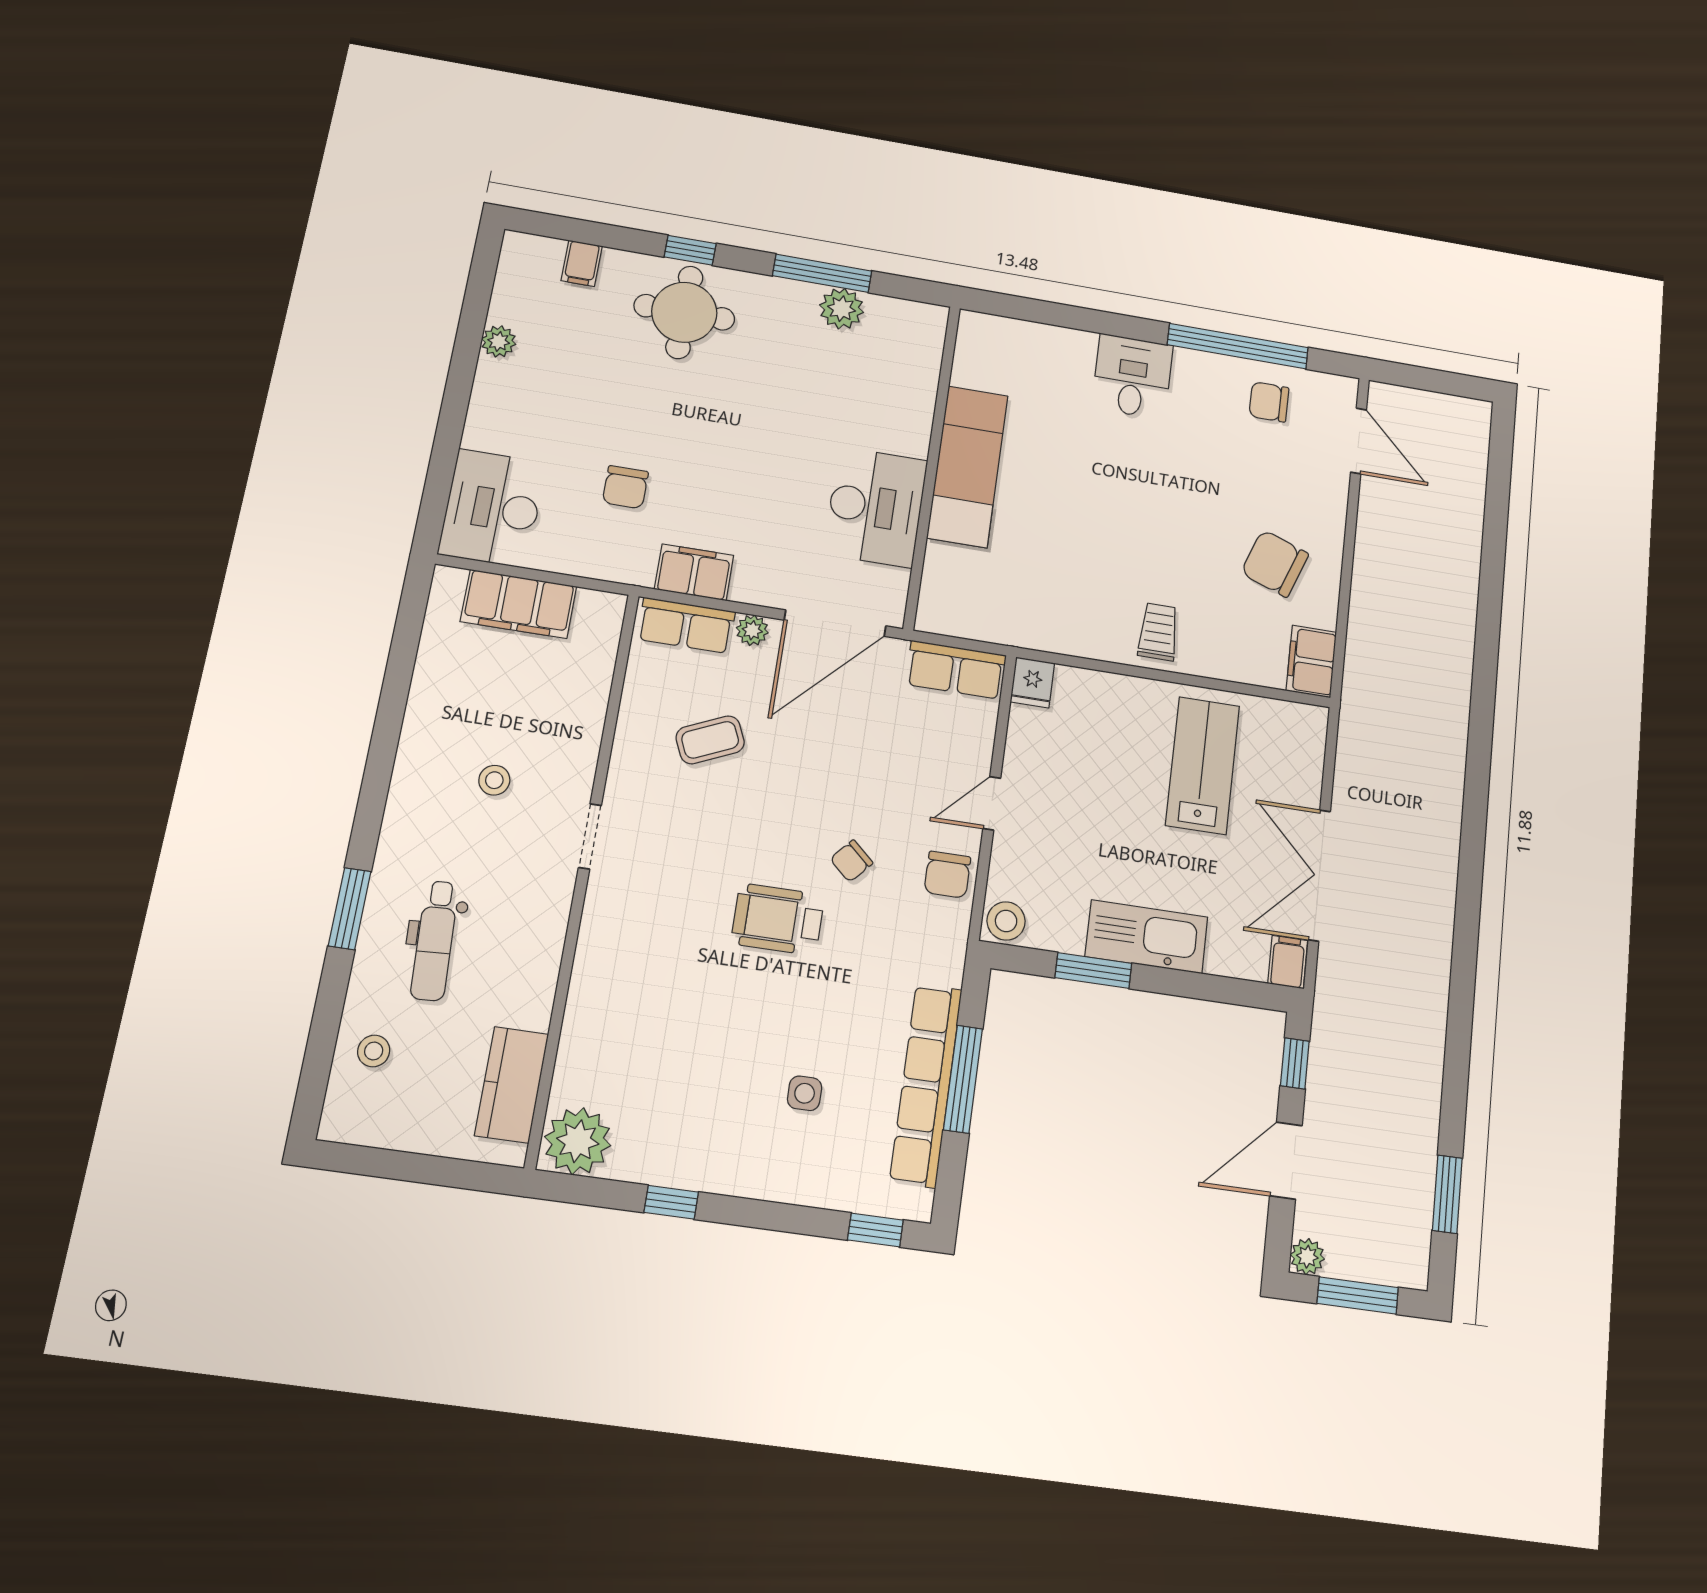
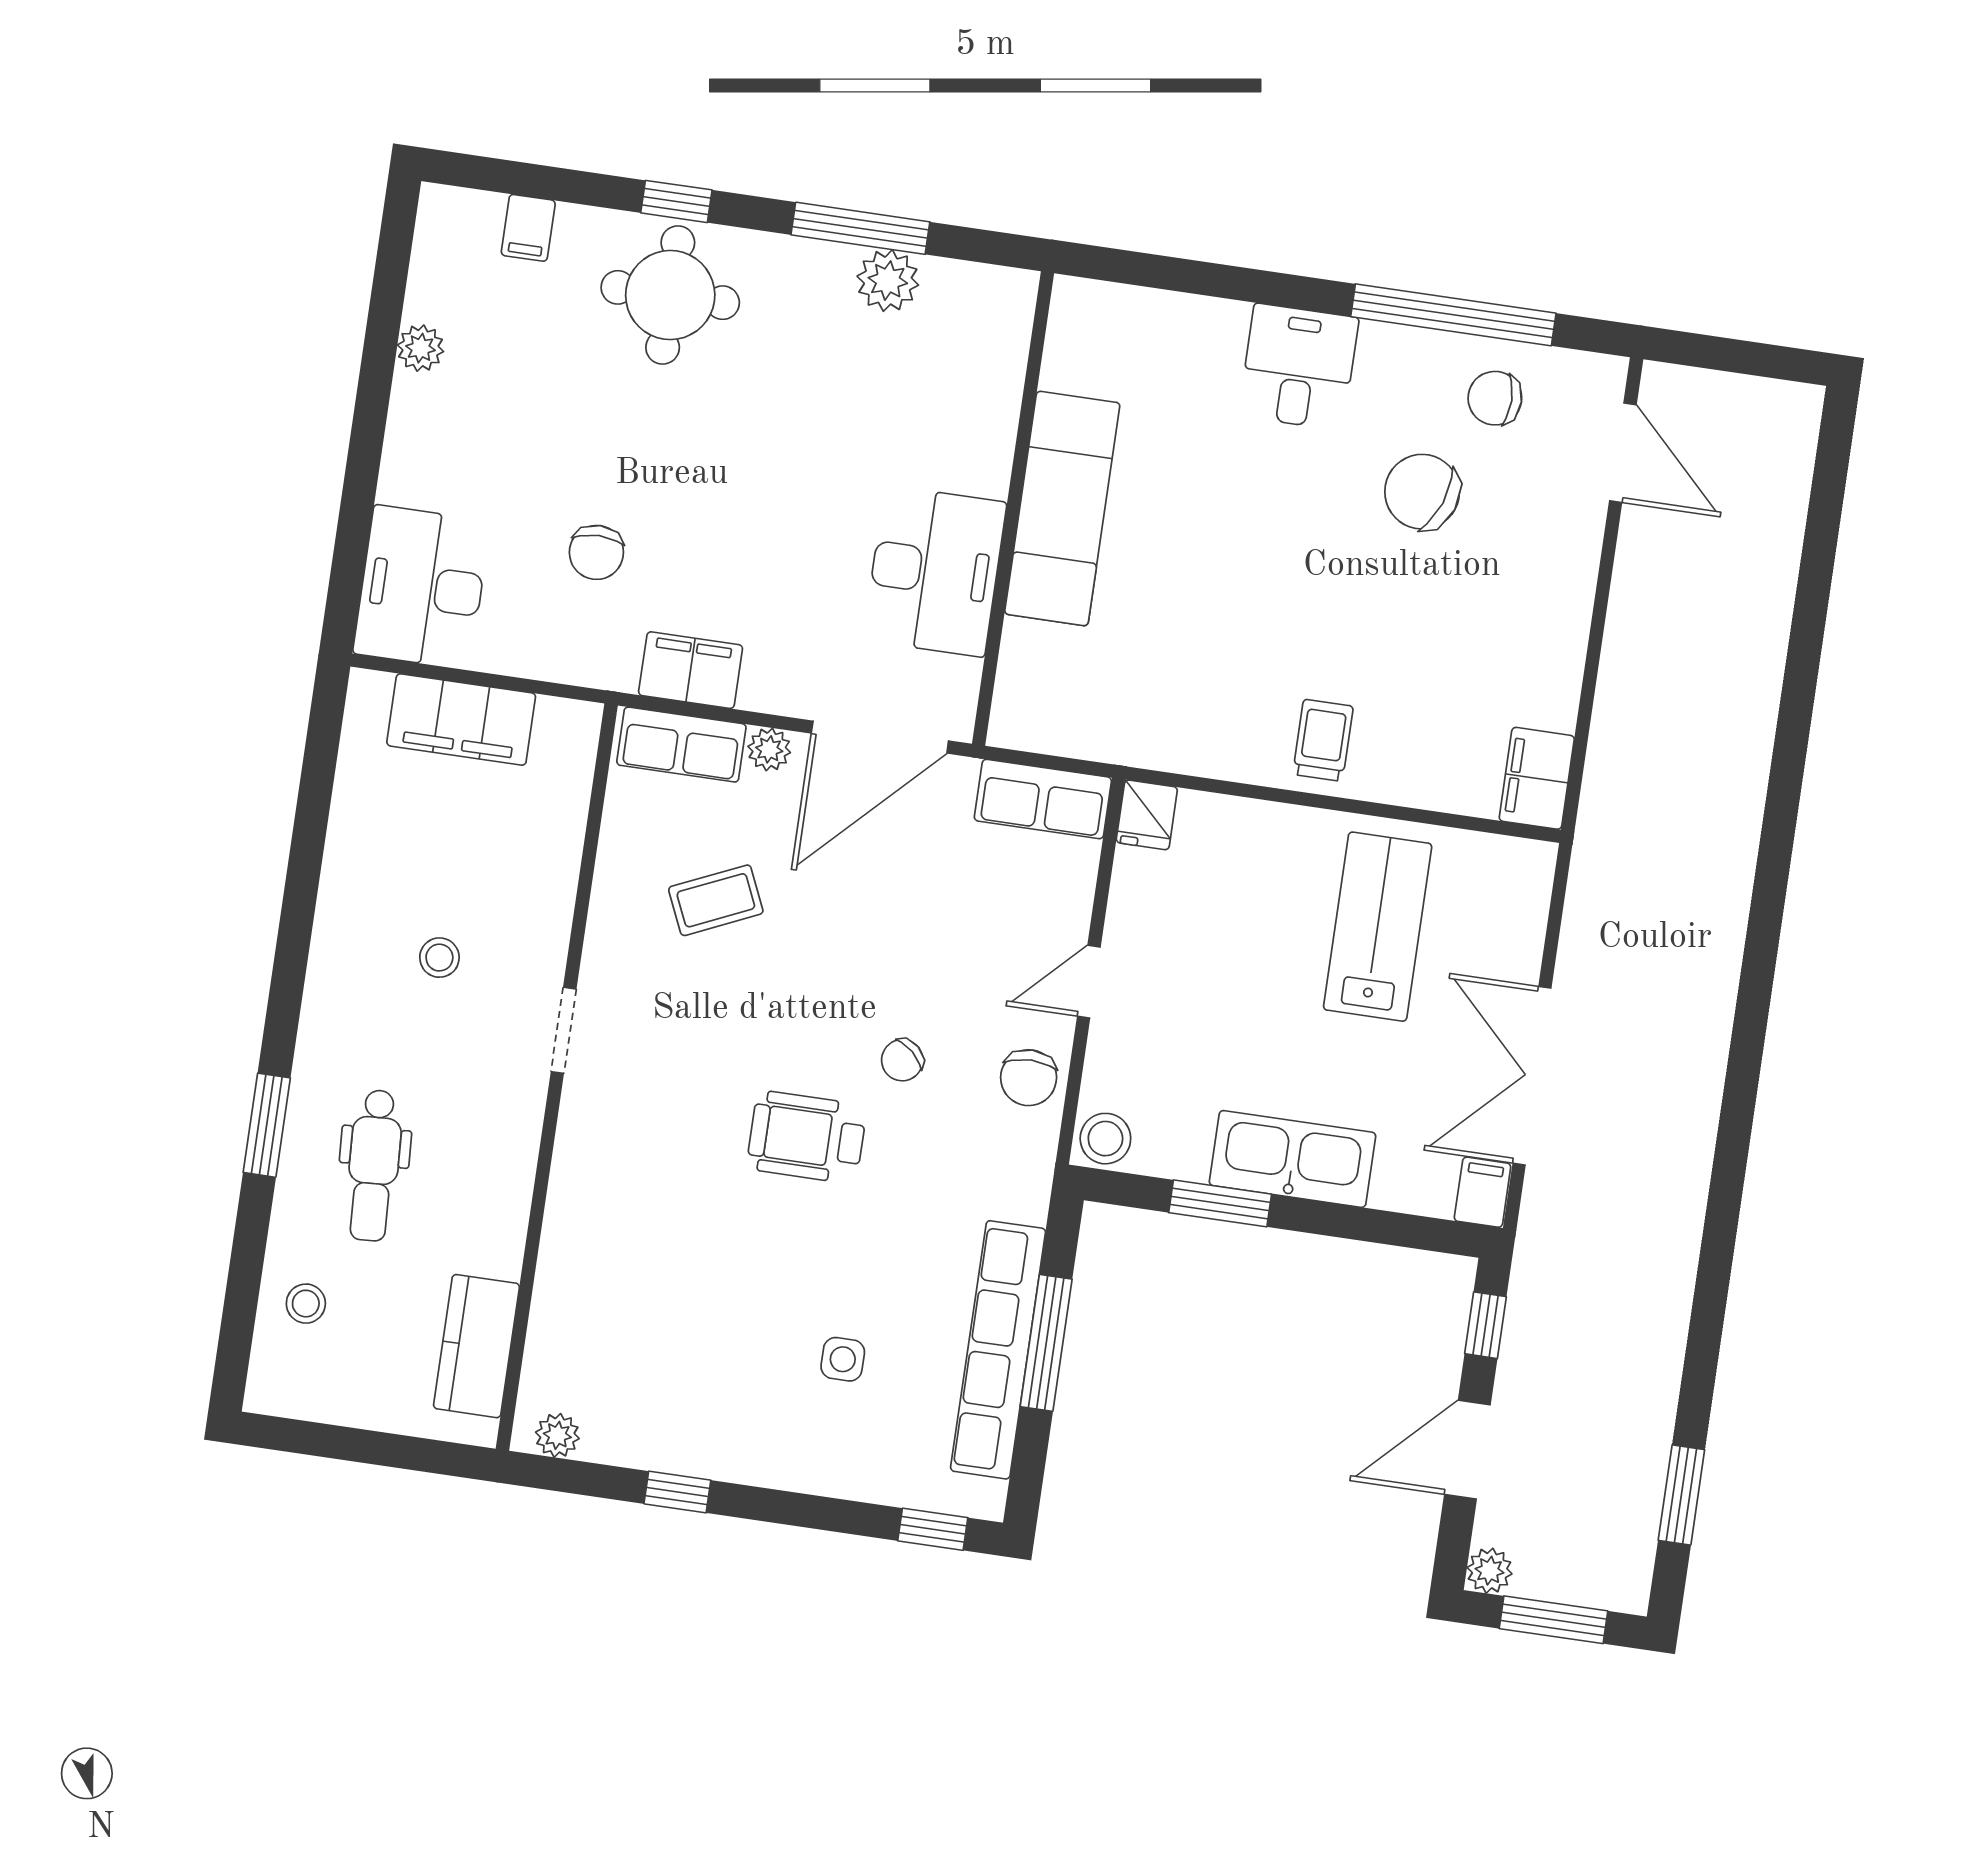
chair: (1275, 563) -> (1422, 492), moved
plant: (578, 1141) -> (557, 1435), width x0.53, depth x0.53

